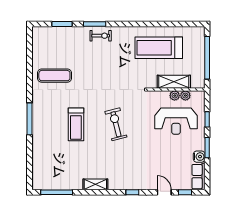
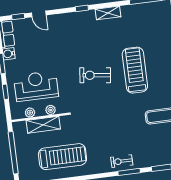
plant: (175, 96) -> (51, 110), moved
treadmill: (76, 124) -> (135, 70), width x1.37, depth x1.38
exercise bike: (116, 124) -> (95, 75), turned 111
window: (132, 192) -> (82, 8), moved

